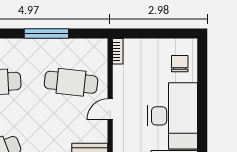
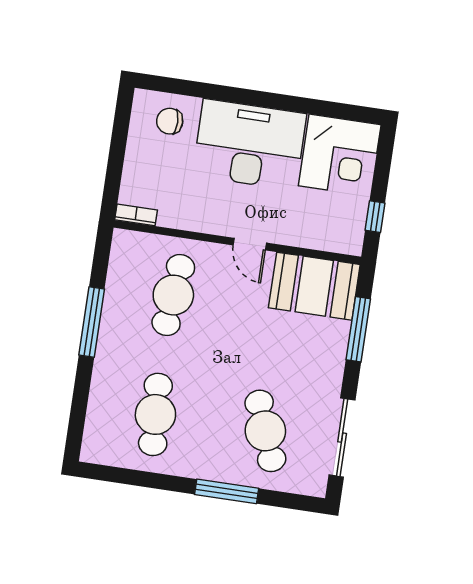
door: (110, 109) -> (250, 244), moved

